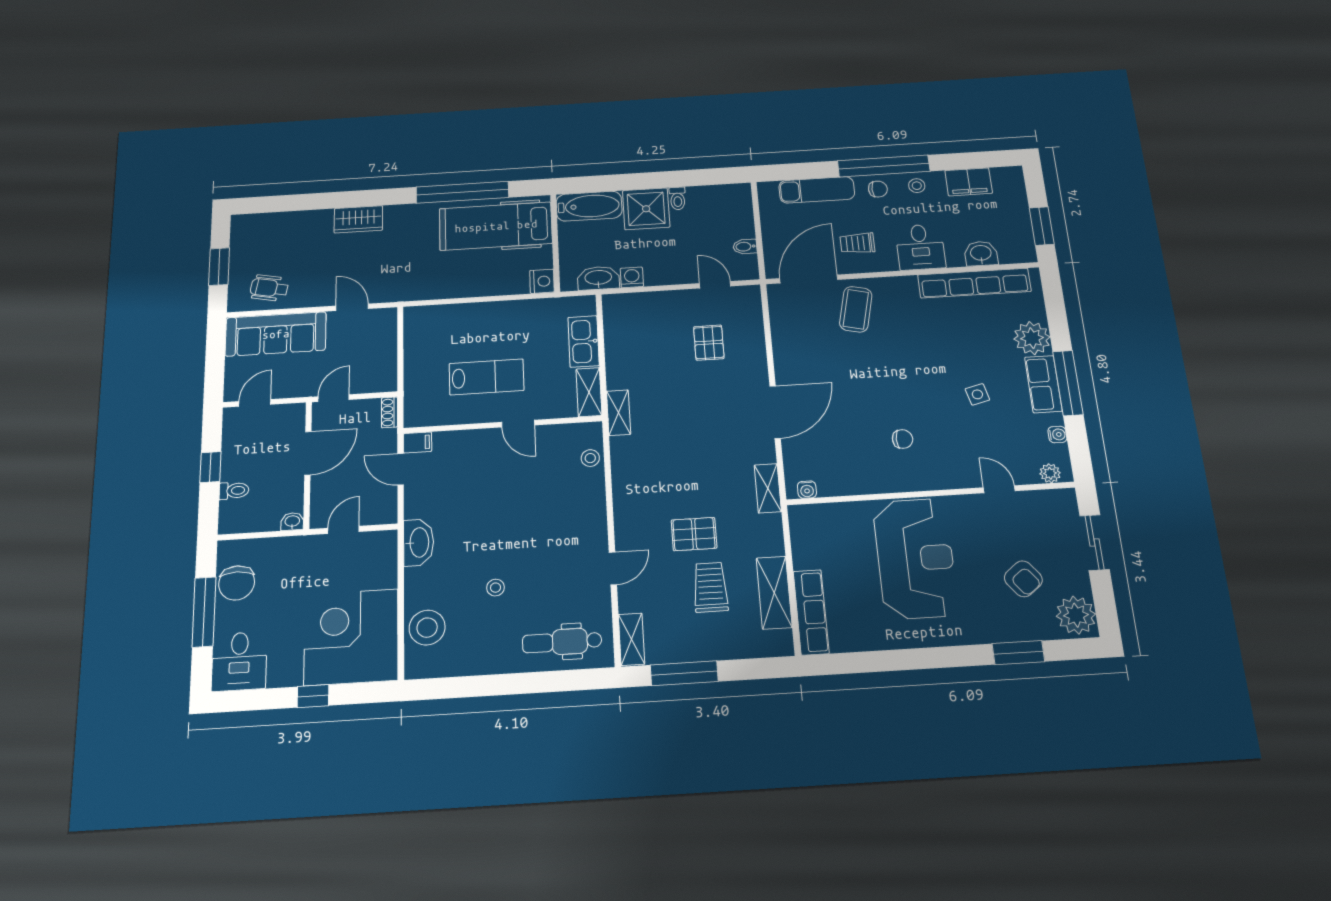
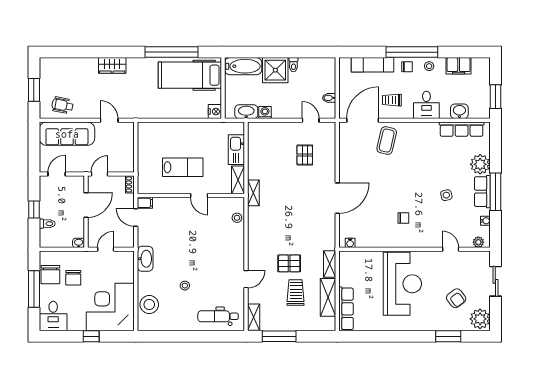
row of seats: (974, 283) -> (462, 129), width x0.73
shelving: (768, 488) -> (330, 264), moved
chair: (281, 586) -> (73, 278), added

